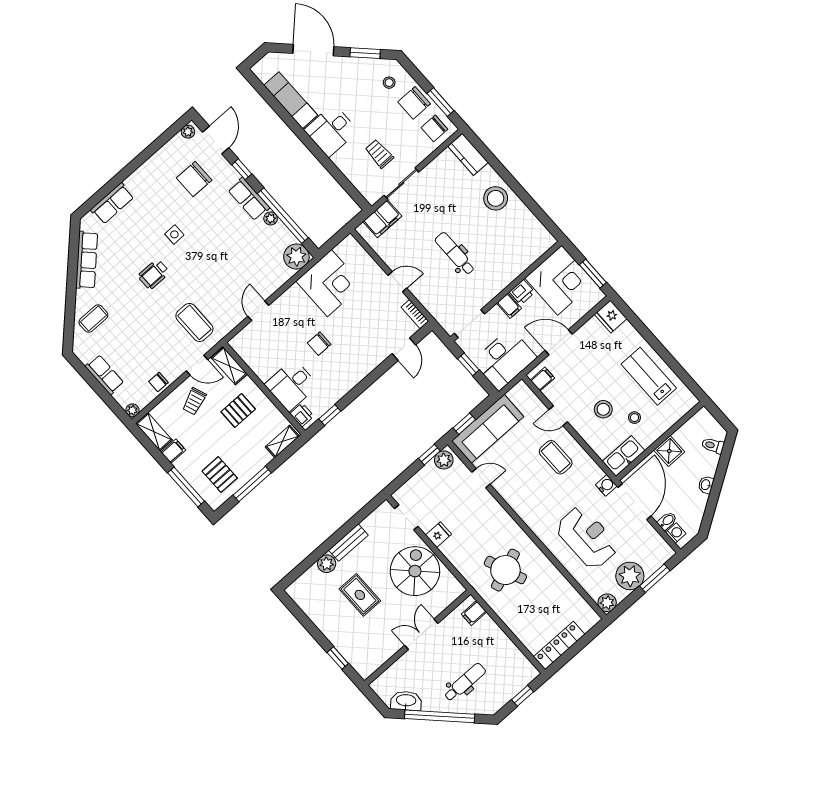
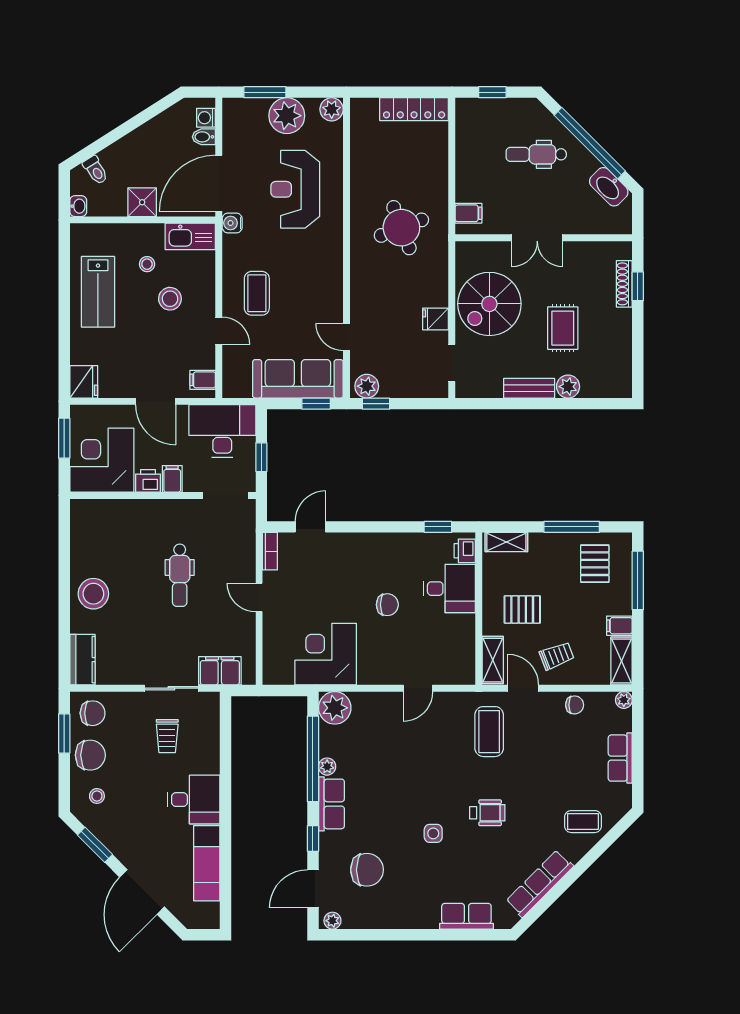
washbasin: (706, 485) -> (78, 206), moved, turned -58
shoe rack: (347, 652) -> (624, 284), added

